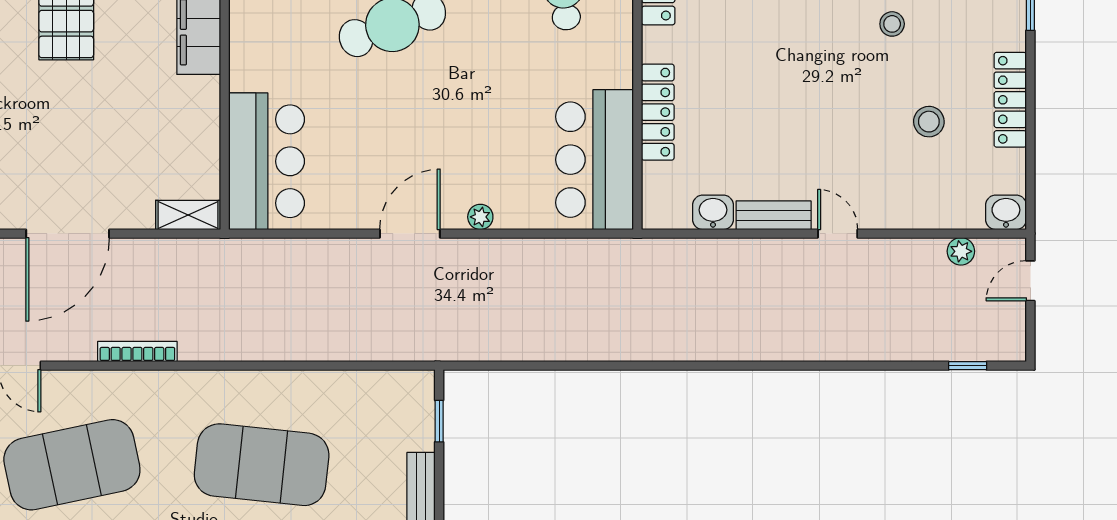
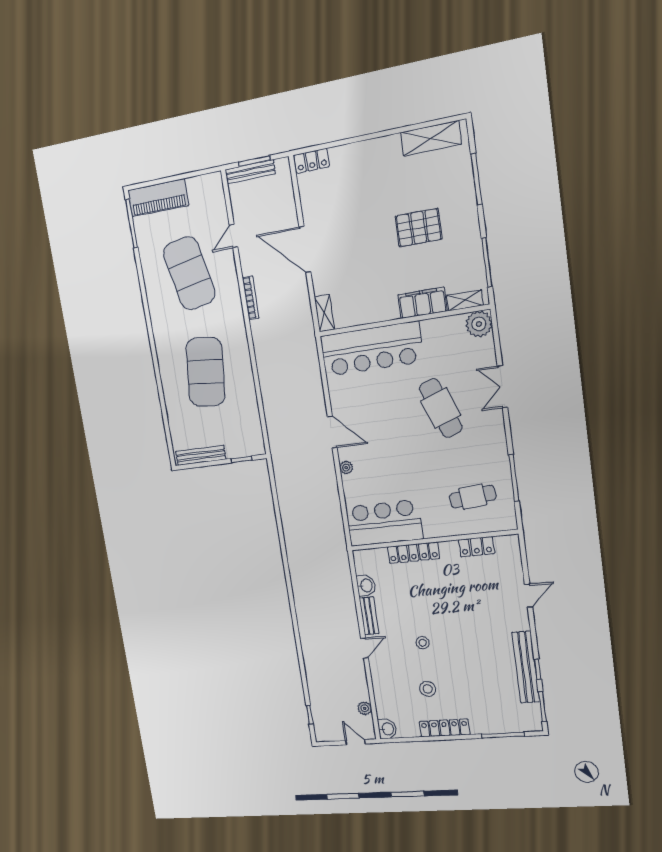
stool: (892, 24) -> (423, 643), moved
bar counter: (266, 161) -> (372, 349), width x1.36

